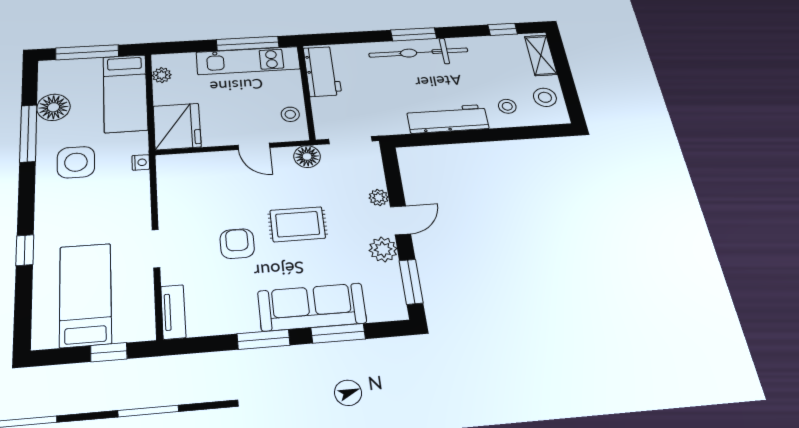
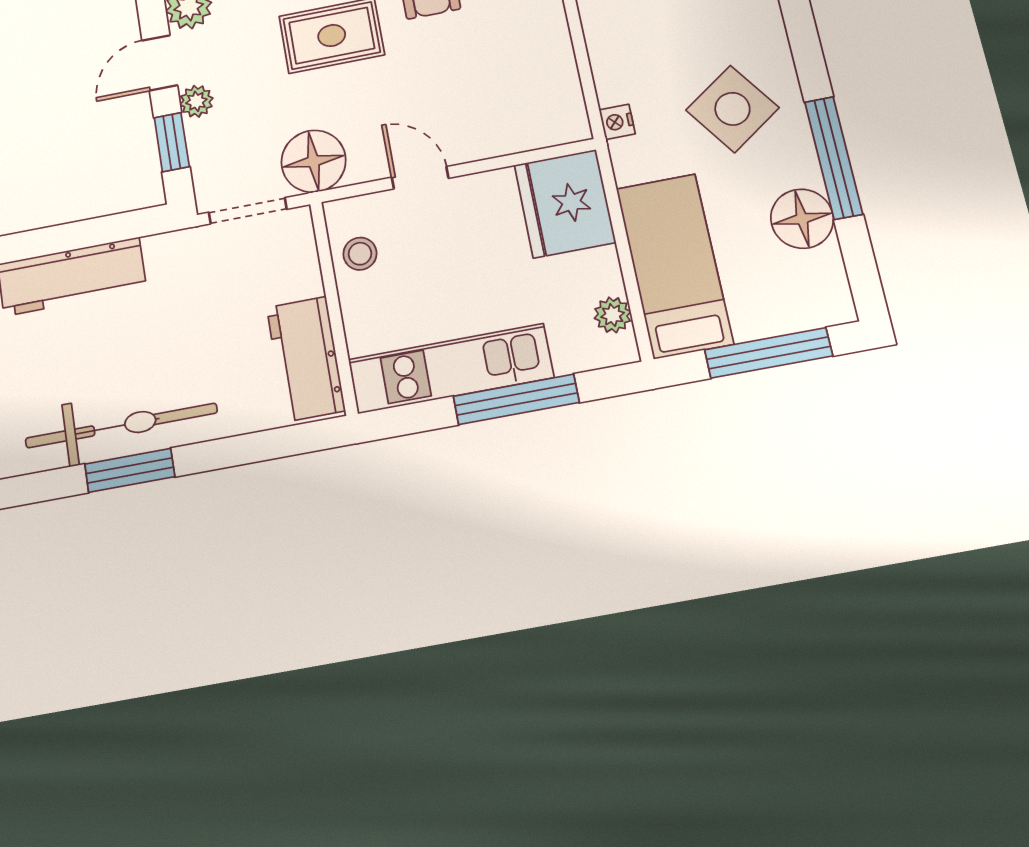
window: (248, 43) -> (516, 399), moved
floor lamp: (307, 157) -> (314, 161), width x1.38, depth x1.38
side table: (76, 162) -> (732, 109), turned -35
window: (393, 178) -> (172, 142), added

